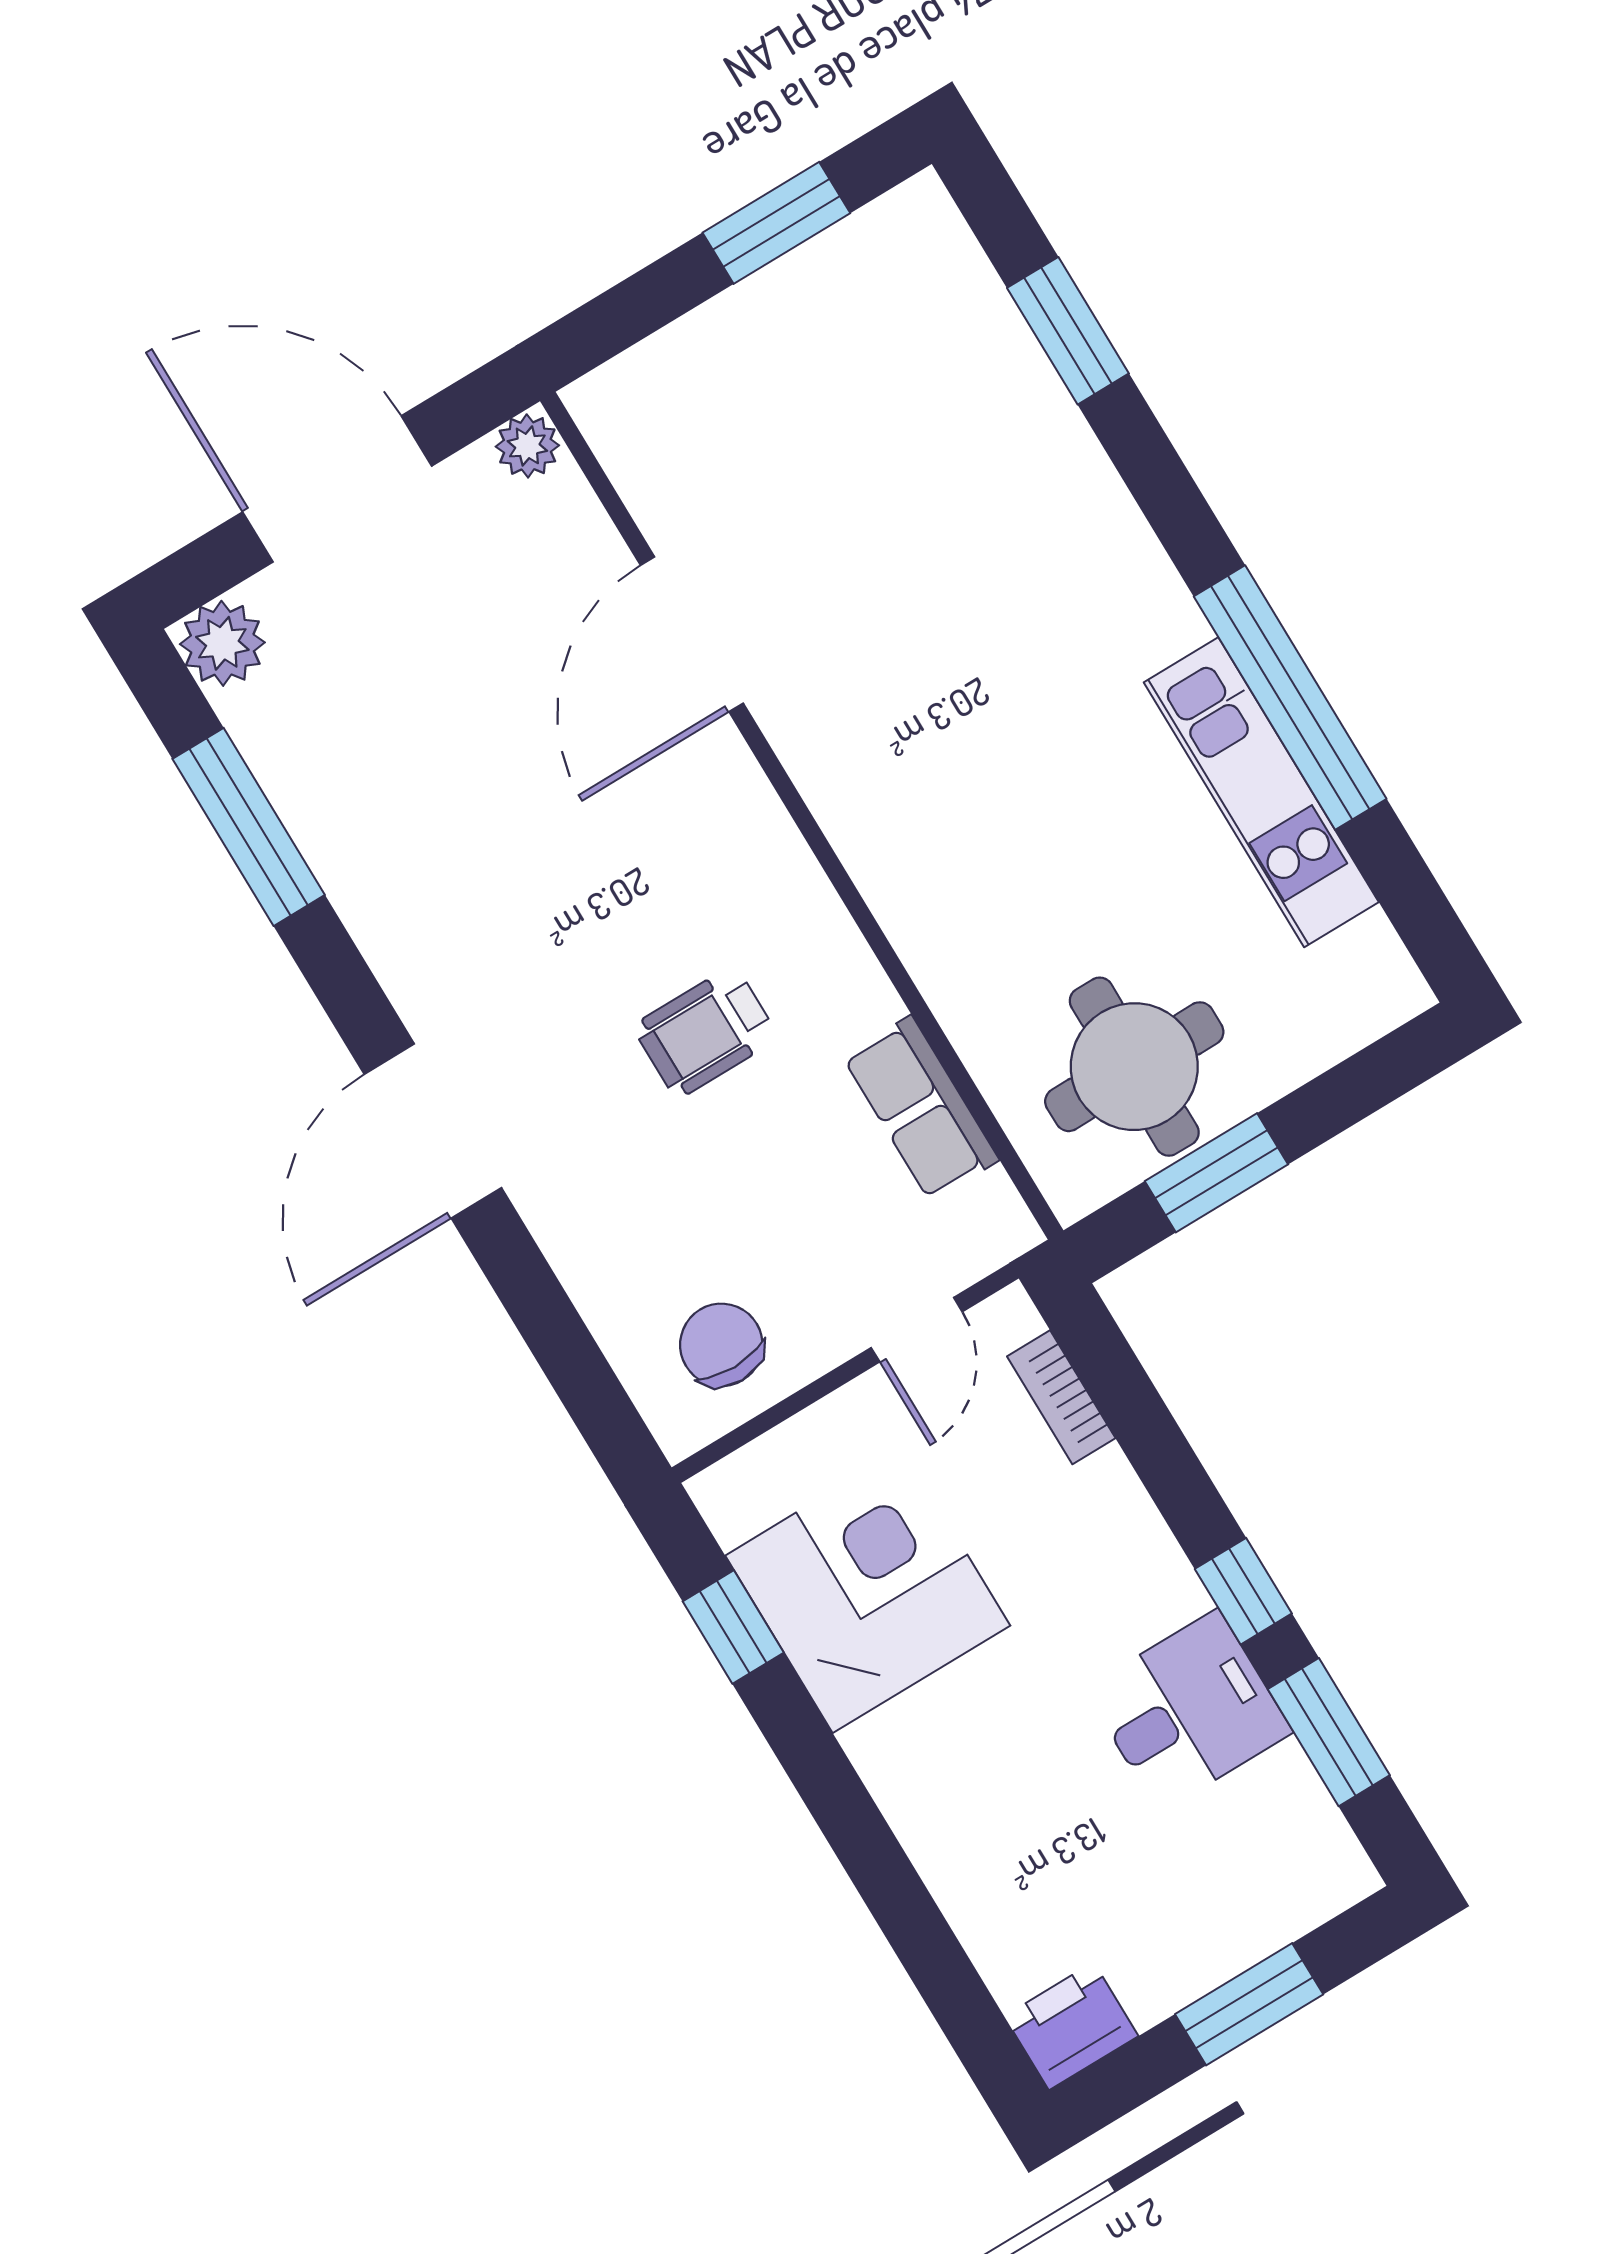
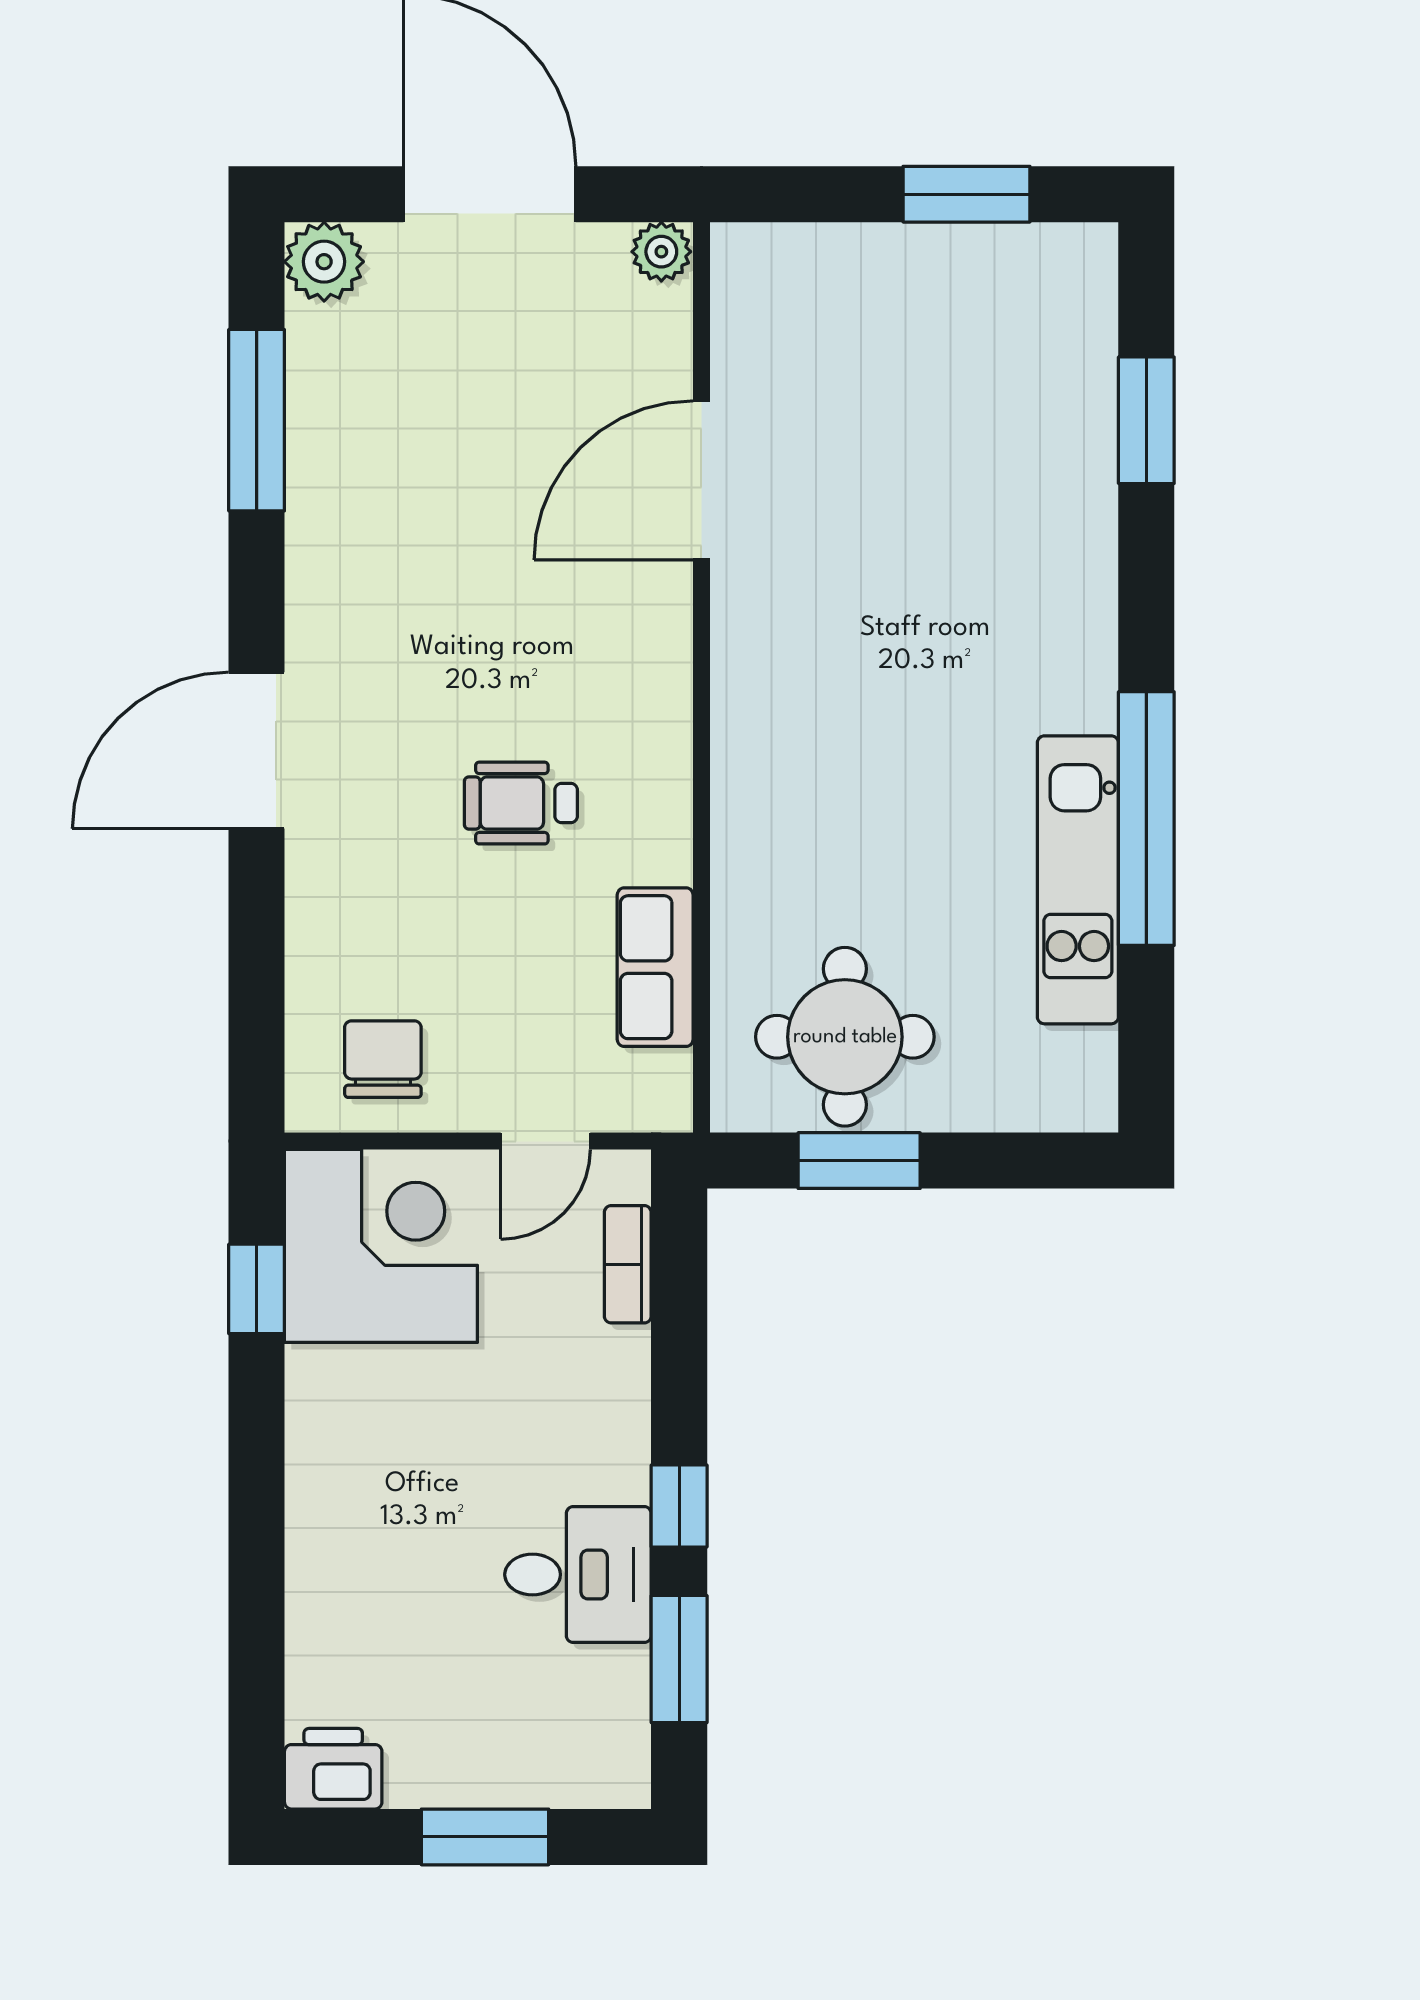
corner desk: (868, 1591) -> (381, 1246), moved

